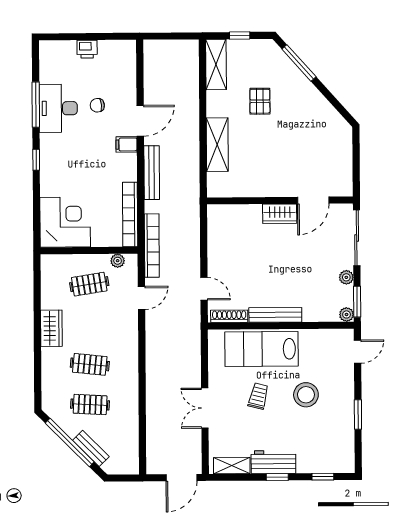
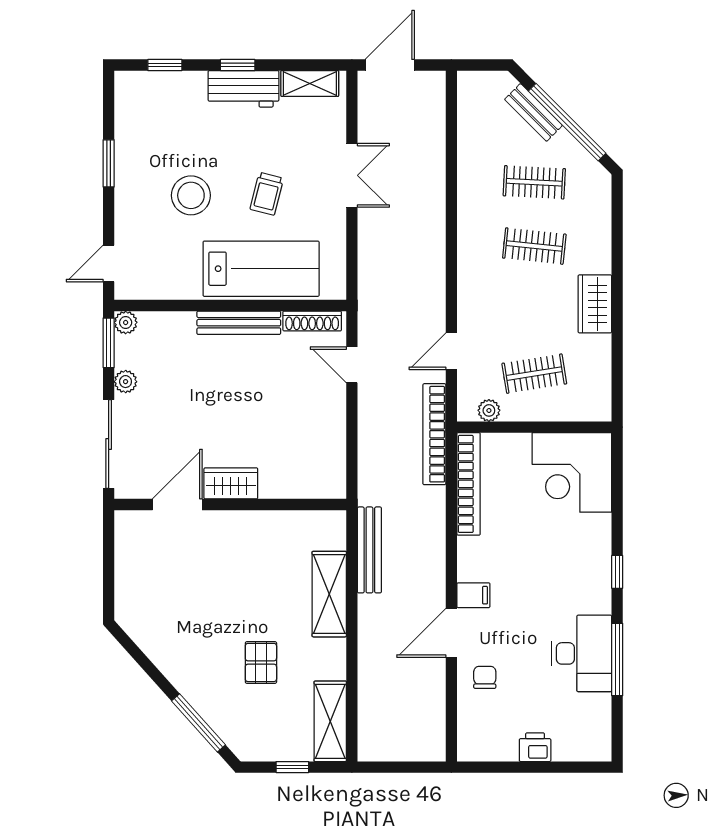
chair: (97, 105) -> (485, 677), moved, turned -85
bench: (152, 173) -> (369, 550), moved

